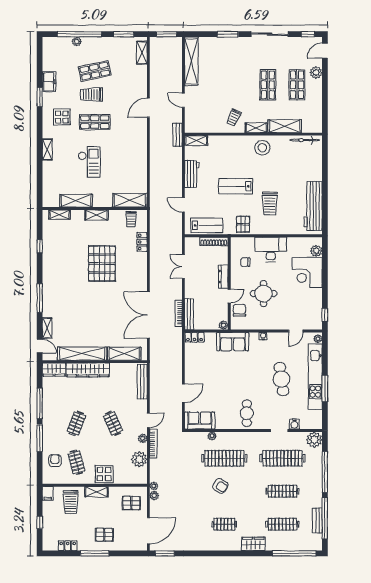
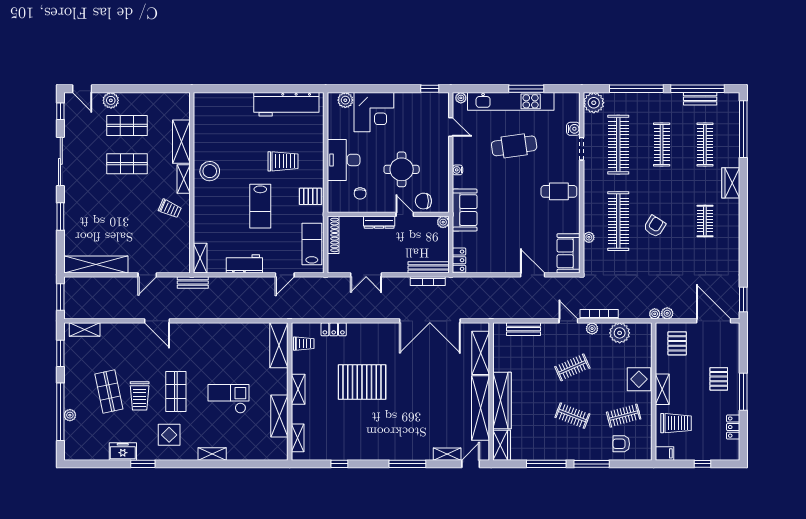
bicycle: (305, 140) -> (200, 115), removed
bench: (142, 382) -> (523, 329), width x0.73

